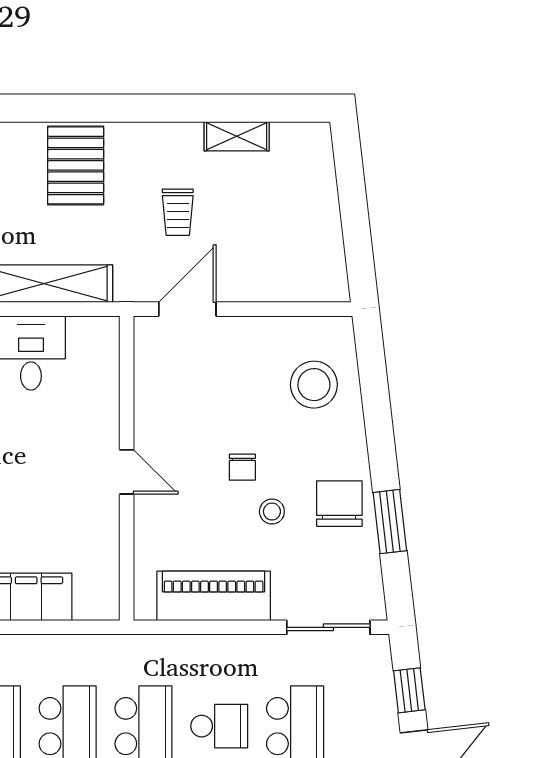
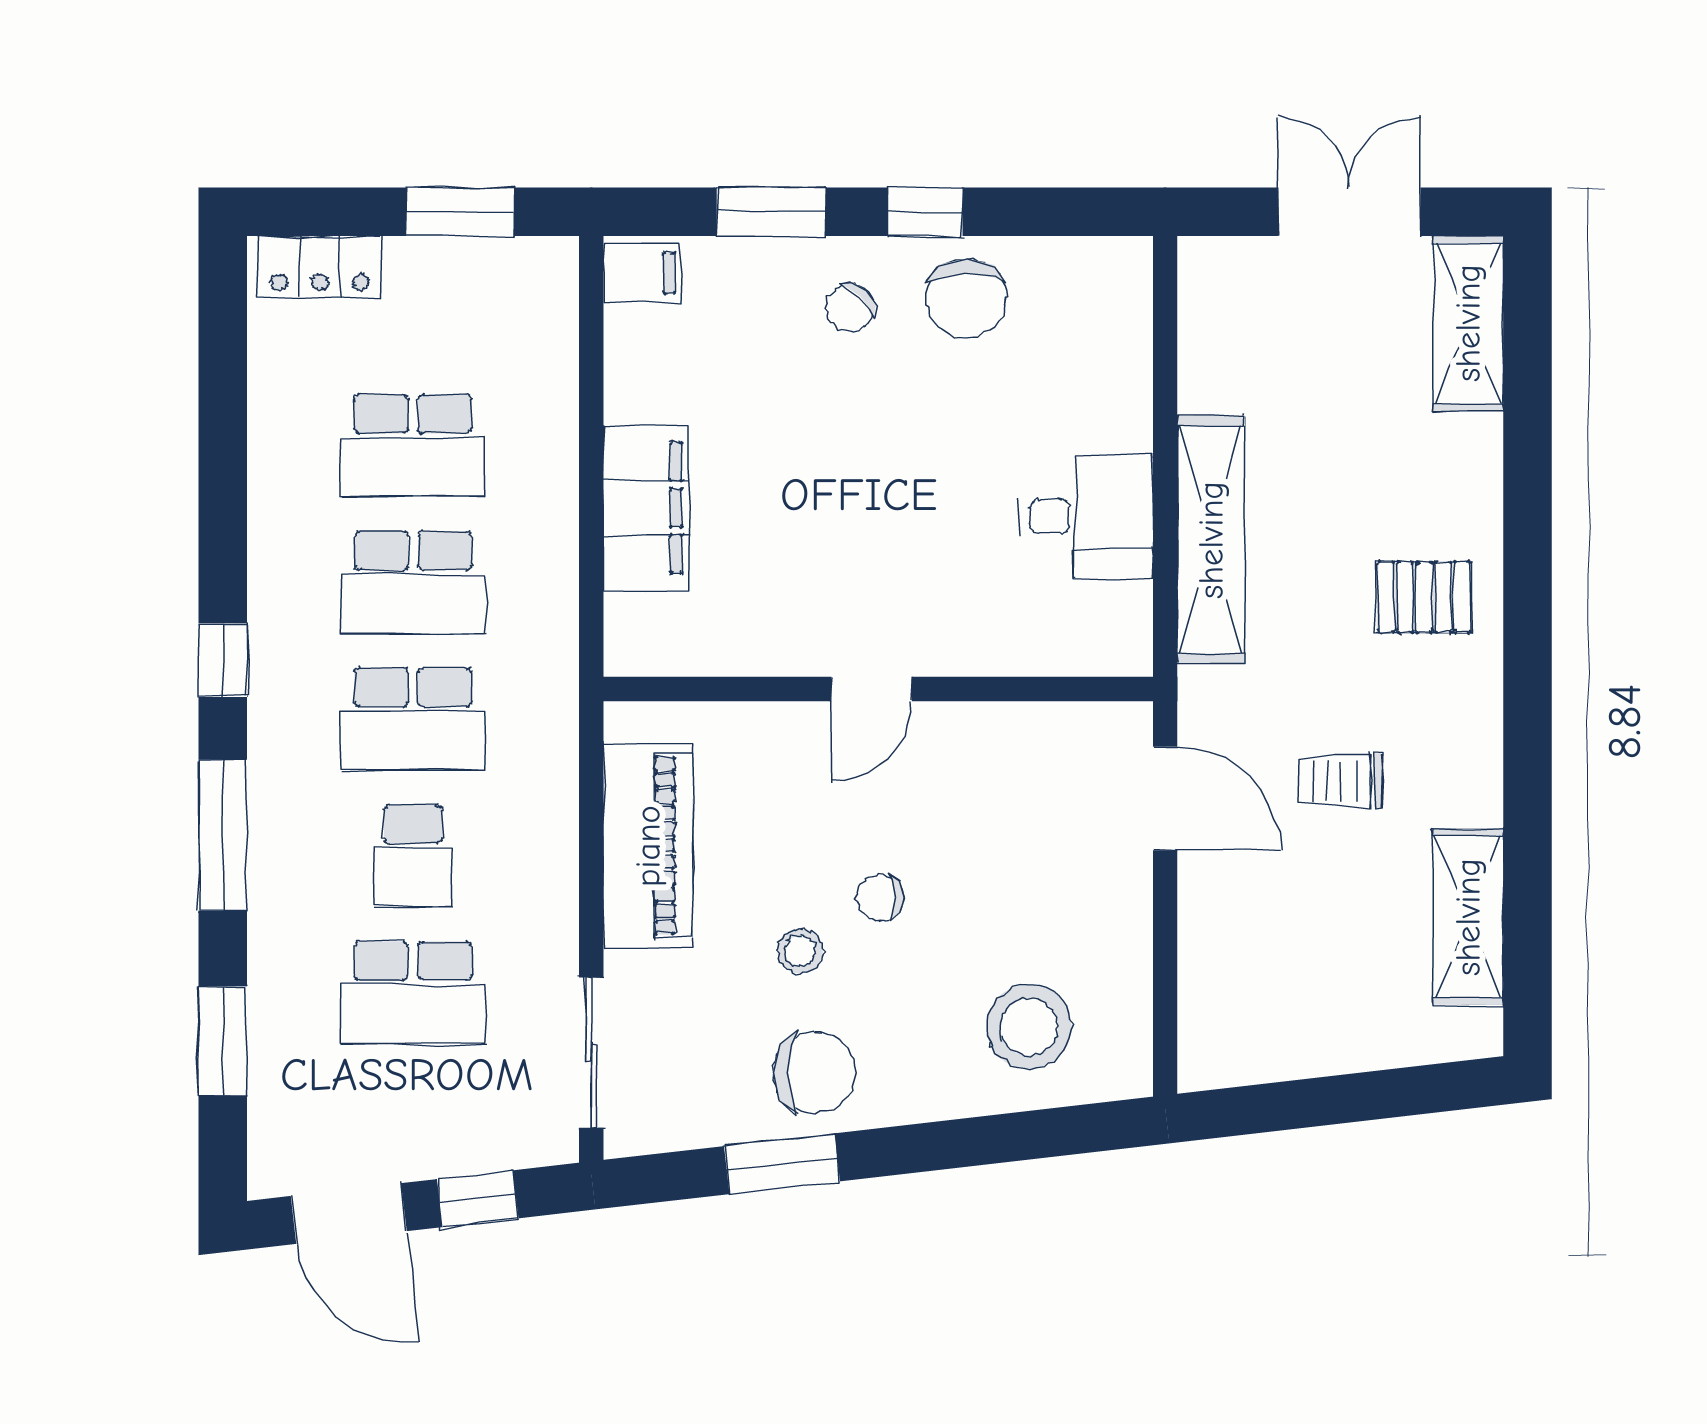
shelving: (237, 136) -> (1468, 917), width x1.50, depth x1.33
pallet: (76, 165) -> (1424, 597), width x0.67, depth x0.71

